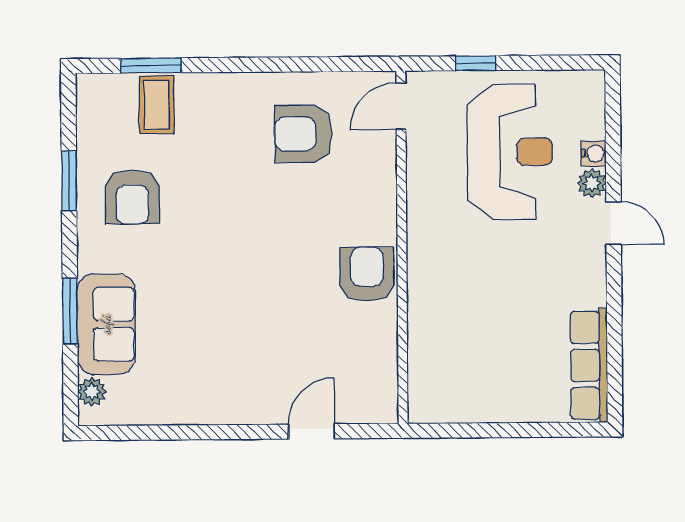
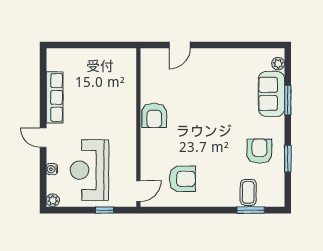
plant: (592, 183) -> (53, 200), moved
row of seats: (589, 365) -> (55, 97), moved

